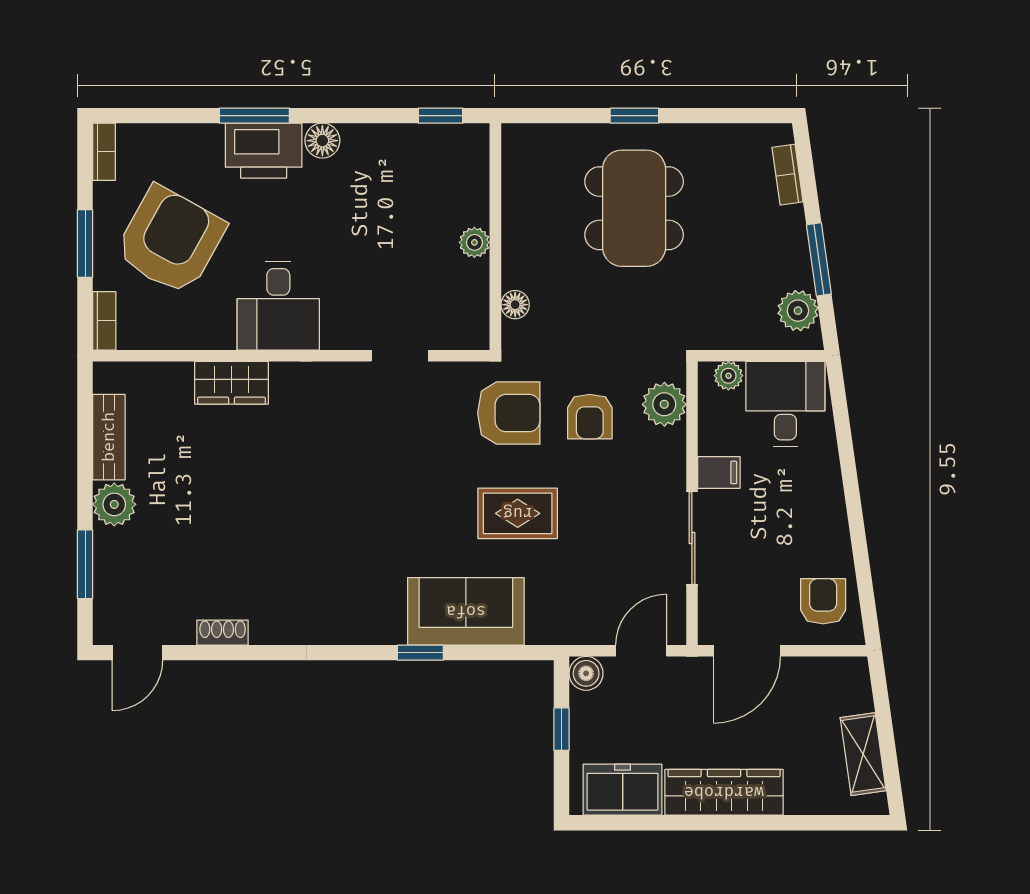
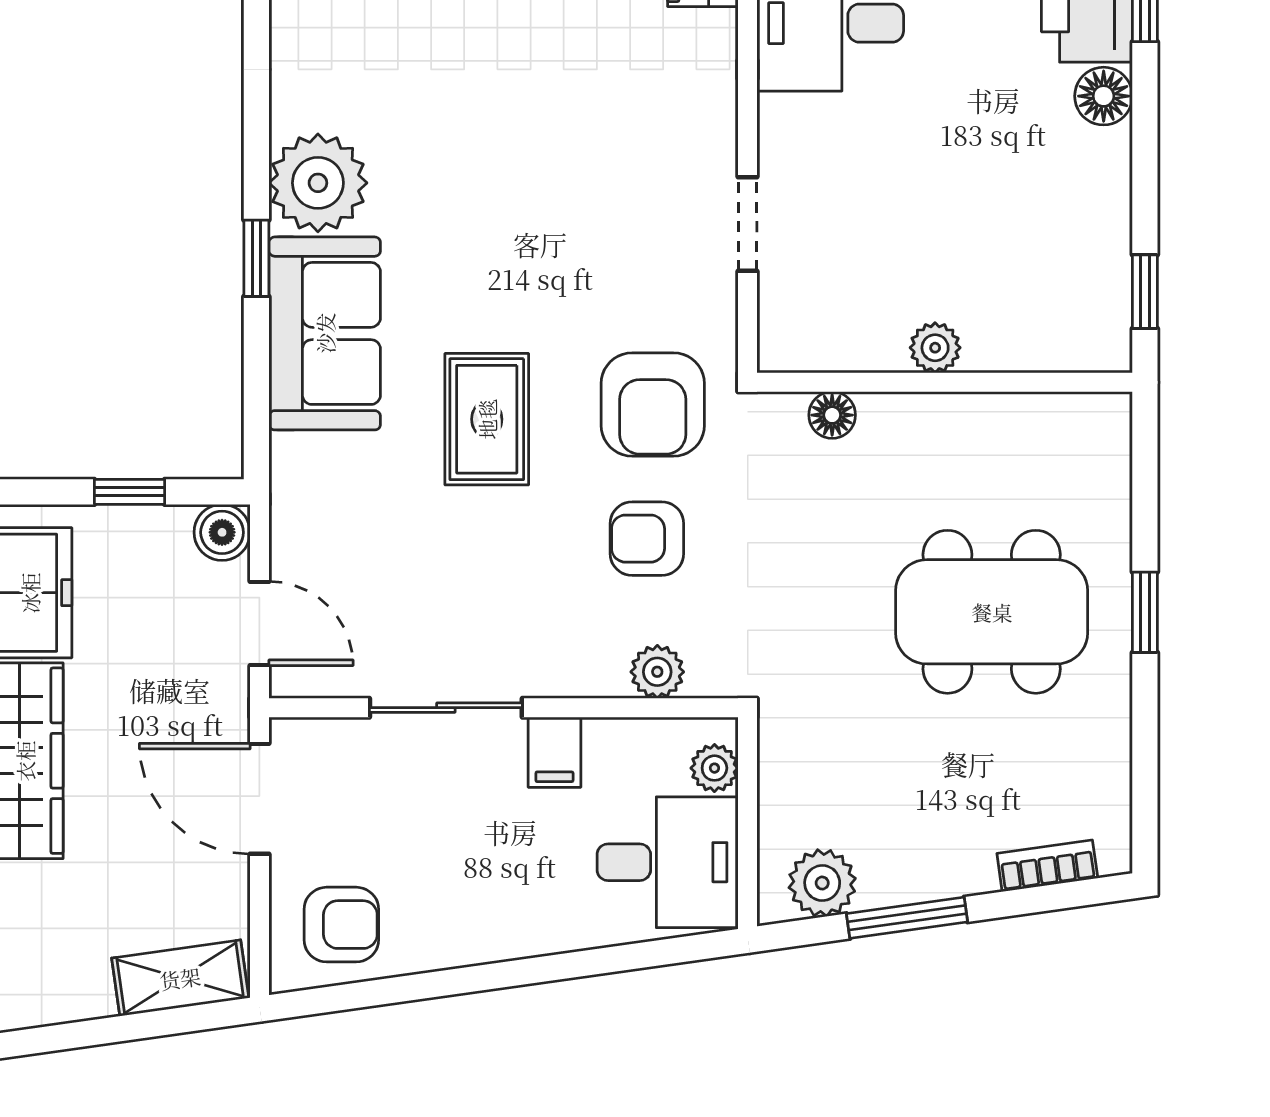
plant: (664, 404) -> (657, 672), width x0.73, depth x0.73
plant: (375, 615) -> (318, 183), added
shelving: (863, 754) -> (180, 978), moved

